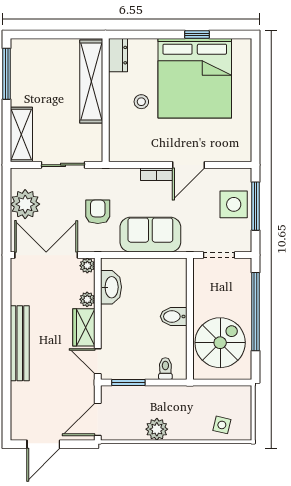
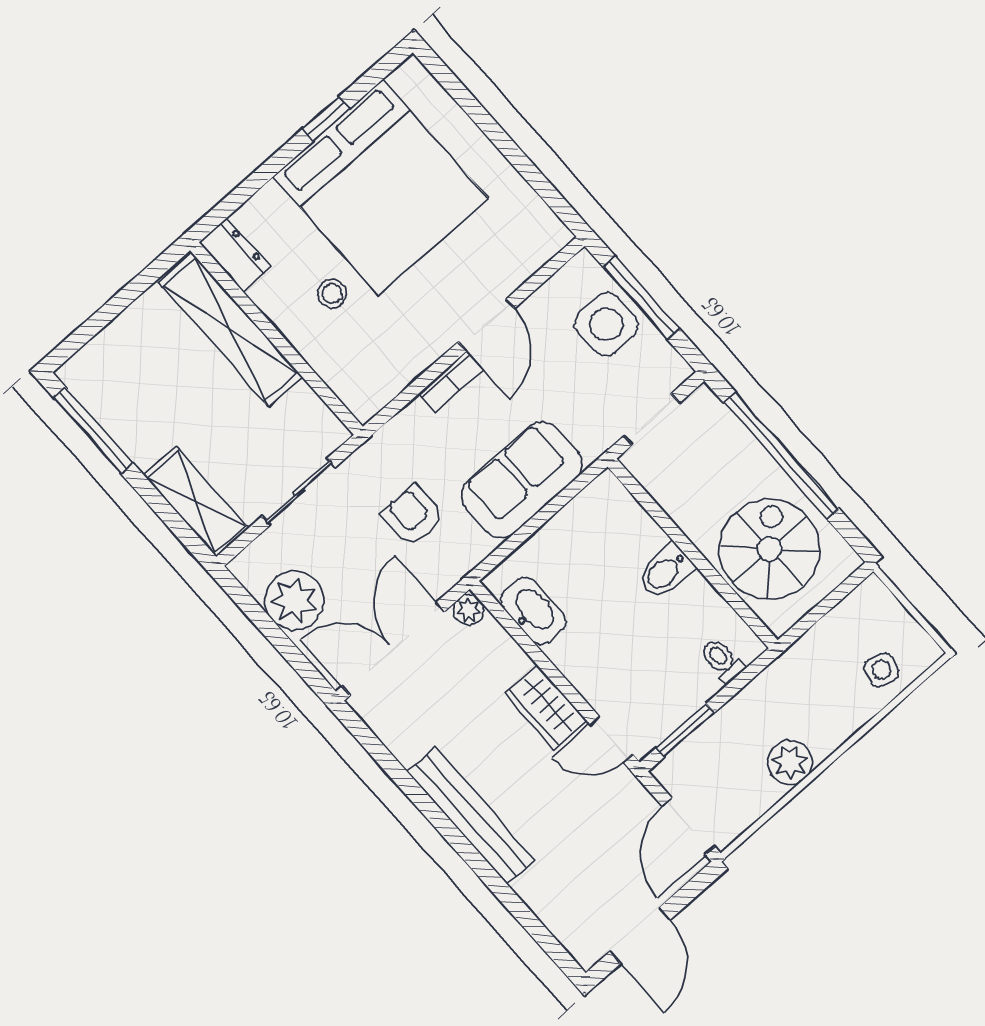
plant: (87, 299) -> (513, 661), removed

